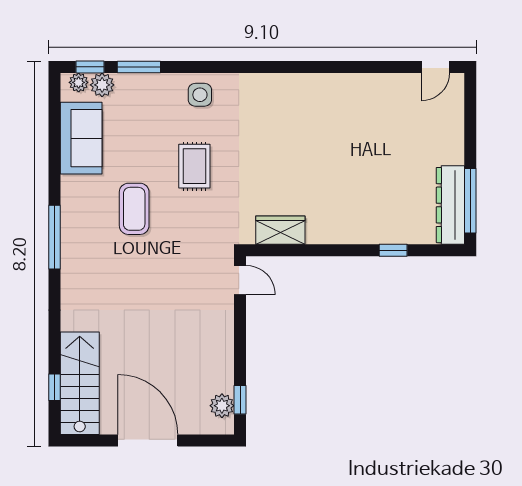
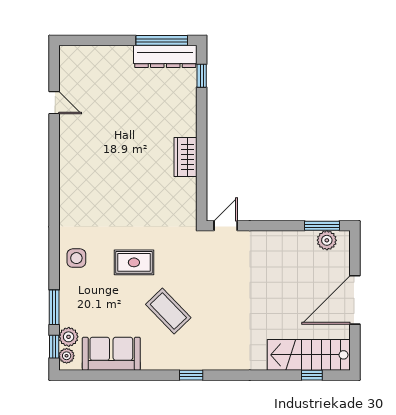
door: (435, 67) -> (54, 103), moved
coffee table: (134, 209) -> (168, 311), turned 46
wardrobe: (280, 230) -> (185, 157), moved
window: (54, 237) -> (191, 375), width x0.46
window: (393, 250) -> (202, 76), moved
window: (240, 400) -> (322, 226), width x1.50

